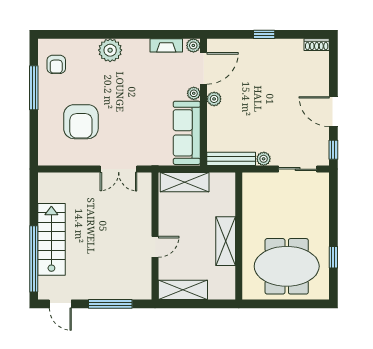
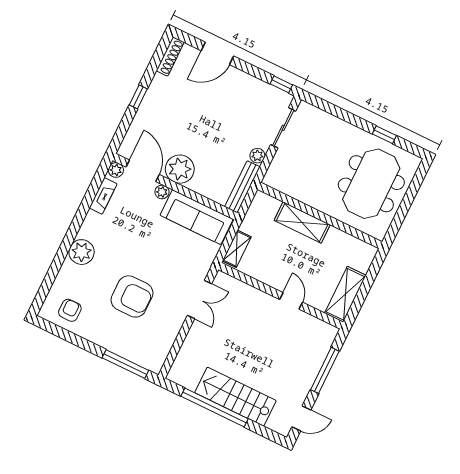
shoe rack: (317, 45) -> (170, 56), width x1.43
armchair: (56, 64) -> (70, 310), turned -90
window: (34, 88) -> (125, 364), moved
plant: (214, 99) -> (180, 169), width x1.87, depth x1.87
door: (333, 112) -> (217, 53), moved
armchair: (81, 122) -> (132, 296), moved
shelving: (185, 182) -> (237, 249), width x0.67, depth x0.75
shelving: (226, 241) -> (302, 223), moved
window: (34, 259) -> (214, 408), moved

